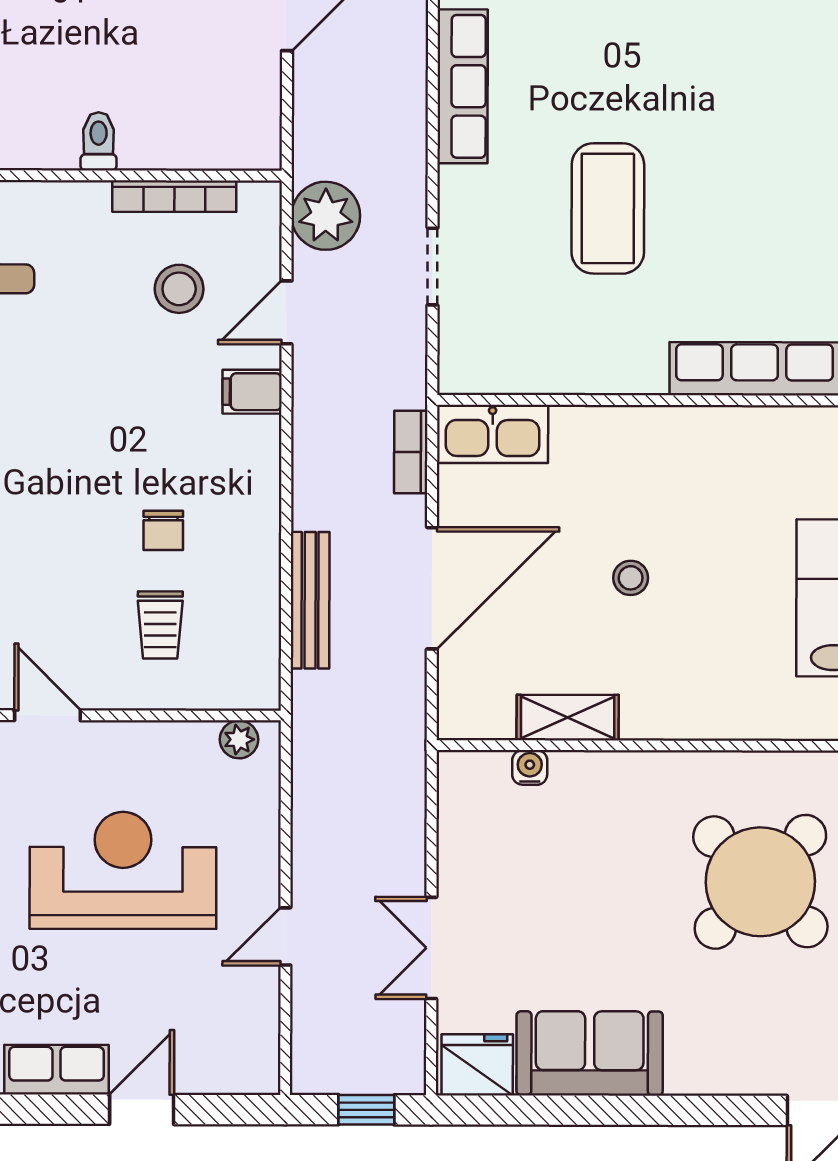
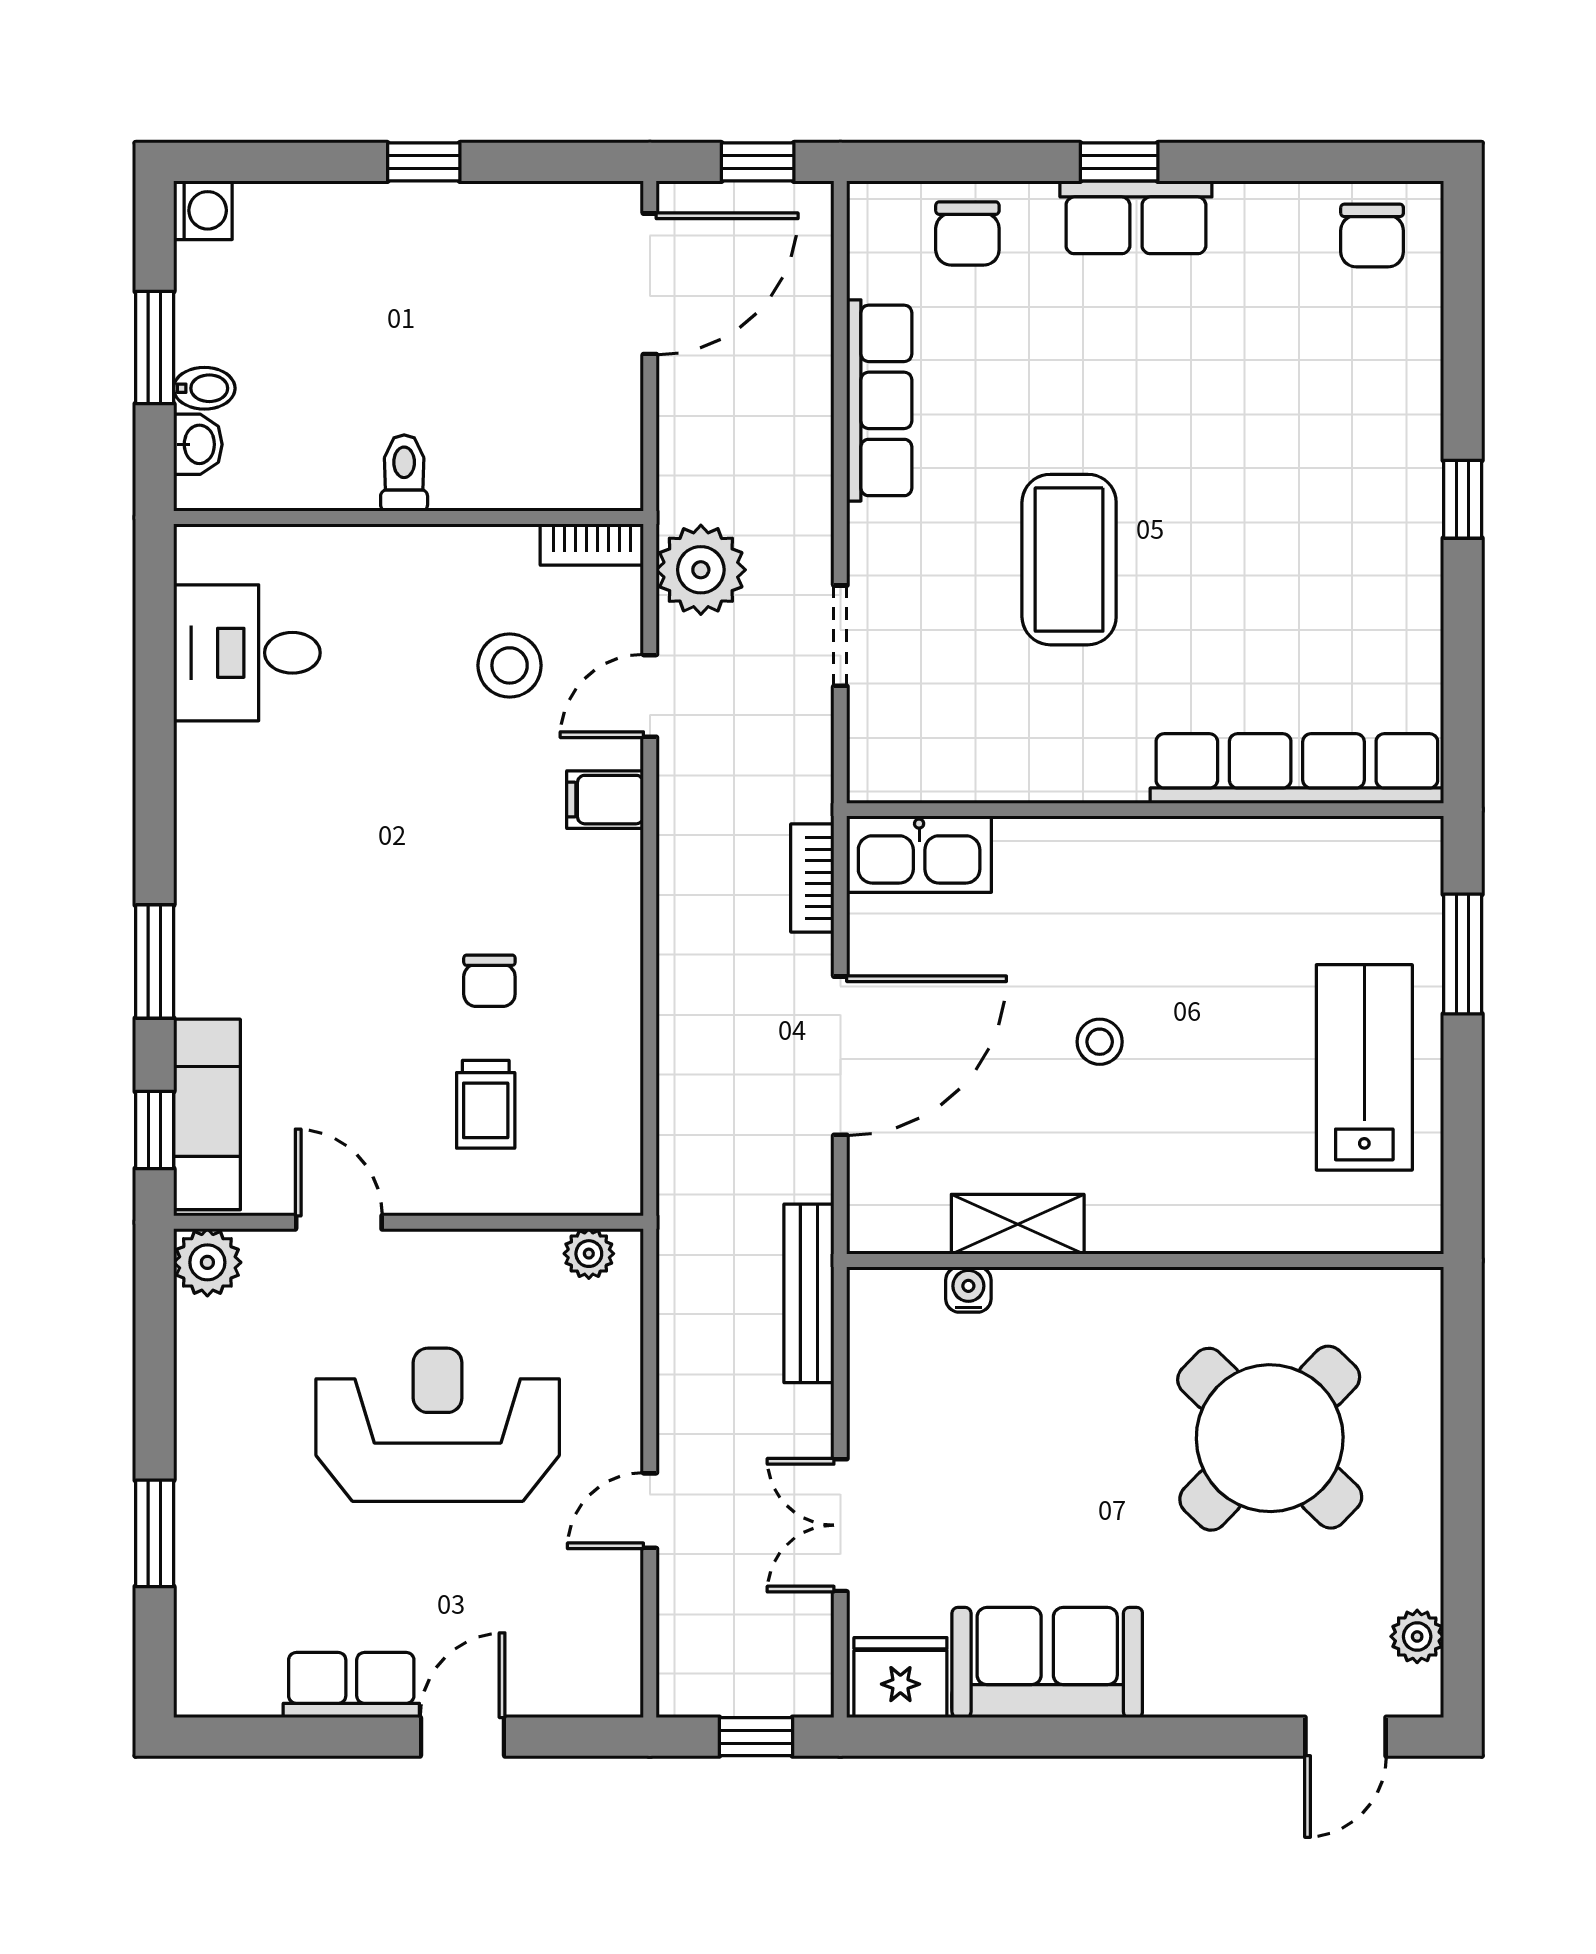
bookcase: (174, 196) -> (592, 545), moved, width x0.64
bench: (310, 600) -> (809, 1293), moved

